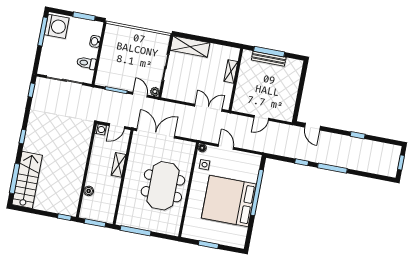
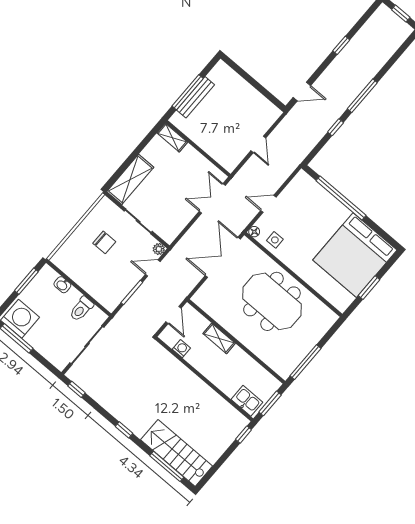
chair: (139, 53) -> (104, 242), added
shelving: (231, 71) -> (172, 138), moved
washing machine: (101, 129) -> (181, 349), moved
double door: (156, 133) -> (223, 257), moved
boiler: (89, 191) -> (229, 390), removed
bed: (229, 201) -> (355, 255), moved
kitchen sink: (88, 207) -> (247, 401), added

